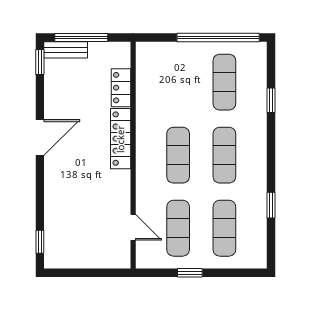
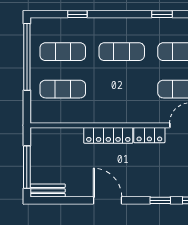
bench: (66, 50) -> (48, 190), moved, turned 90
window: (40, 62) -> (160, 200), moved
locker: (121, 88) -> (149, 135), moved
exercise mat: (178, 155) -> (63, 89), moved

